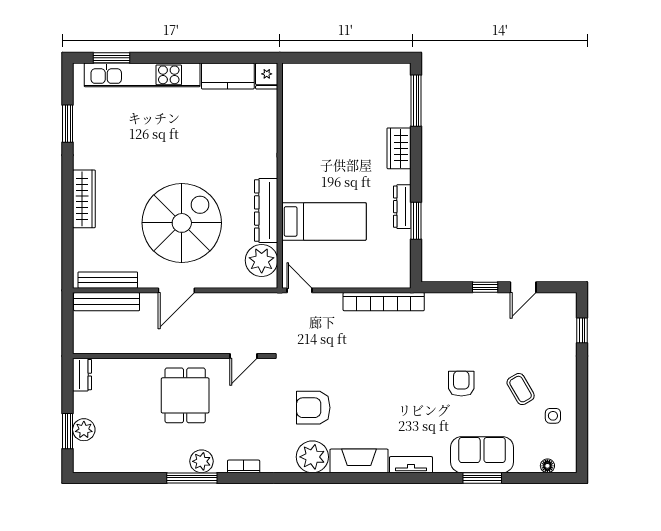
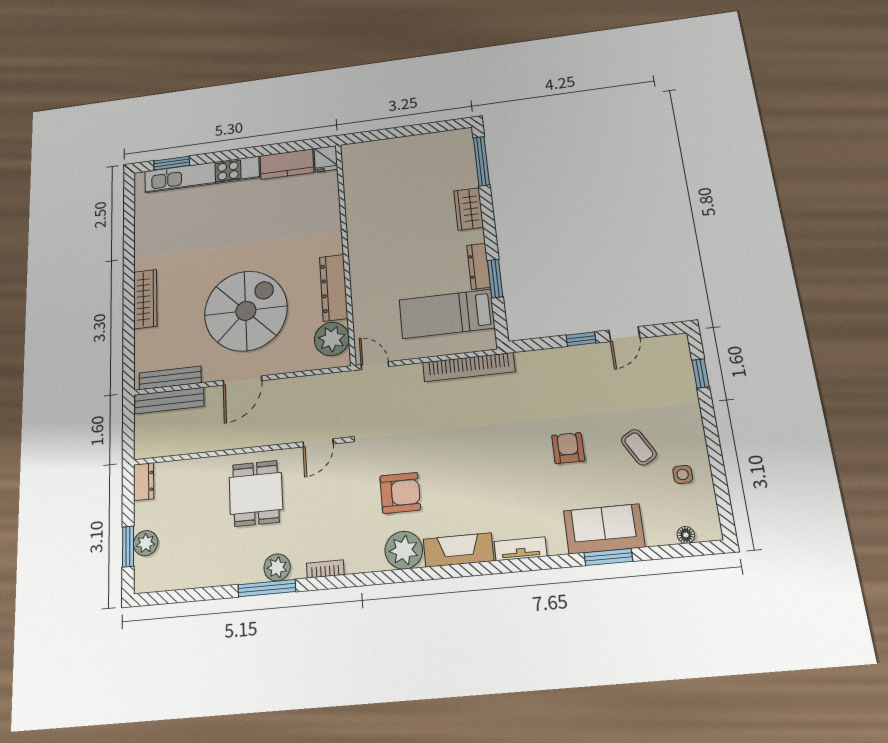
window: (68, 124) -> (129, 229), removed
bed: (324, 221) -> (447, 314), moved, turned 180
armchair: (313, 408) -> (400, 493), turned 180

